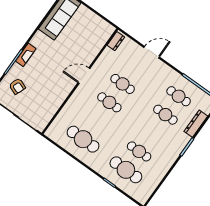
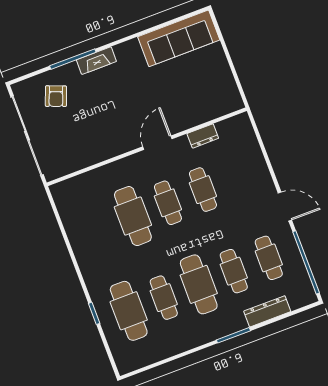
dresser: (116, 41) -> (203, 136), moved
door: (152, 52) -> (285, 207), moved
door: (84, 76) -> (157, 143), hinge flipped
cafe table: (152, 133) -> (199, 284), added
cafe table: (83, 139) -> (133, 216), moved

